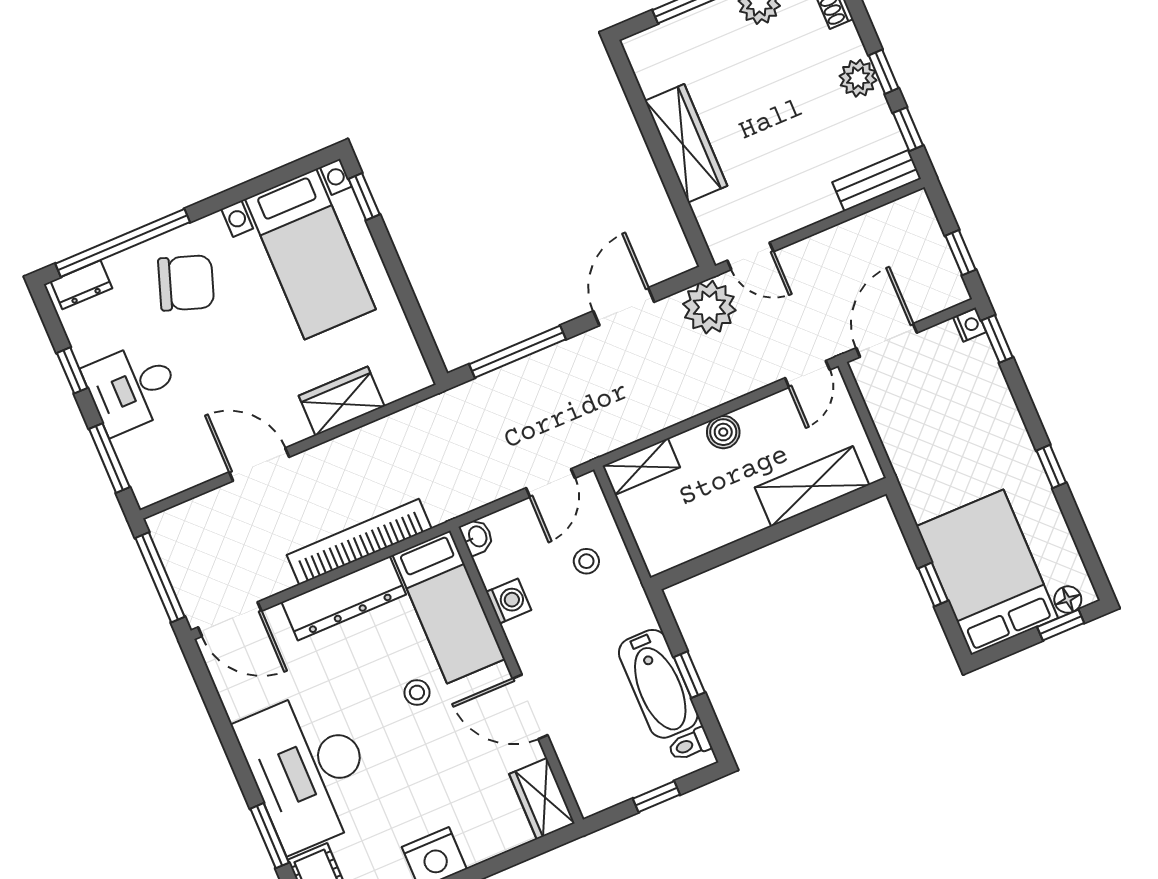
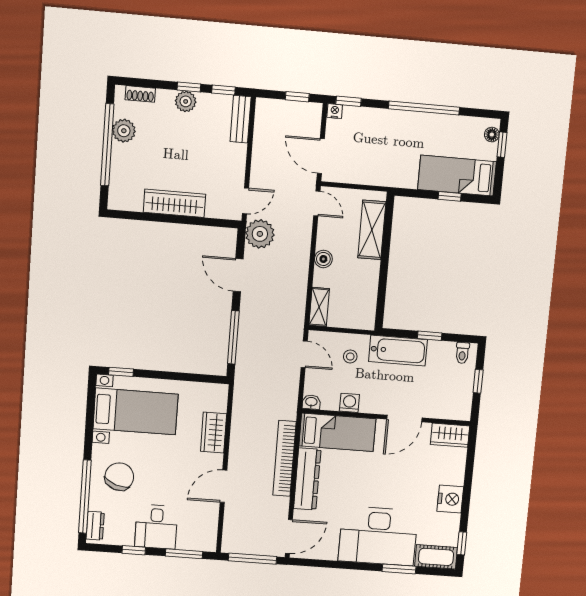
window: (1051, 467) -> (424, 108), width x3.17
bed: (987, 572) -> (457, 176), width x0.67
bathtub: (658, 684) -> (398, 351), moved
stool: (417, 692) -> (369, 468), removed

